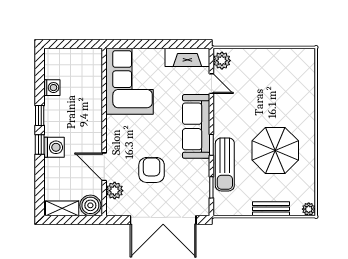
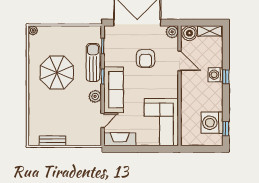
plant: (222, 61) -> (95, 96), moved
door: (211, 84) -> (103, 120), swing flipped
washing machine: (52, 88) -> (212, 123), width x1.89, depth x1.89
window: (40, 115) -> (226, 129), moved
plant: (115, 191) -> (172, 32), moved
bench: (271, 209) -> (52, 141), moved

